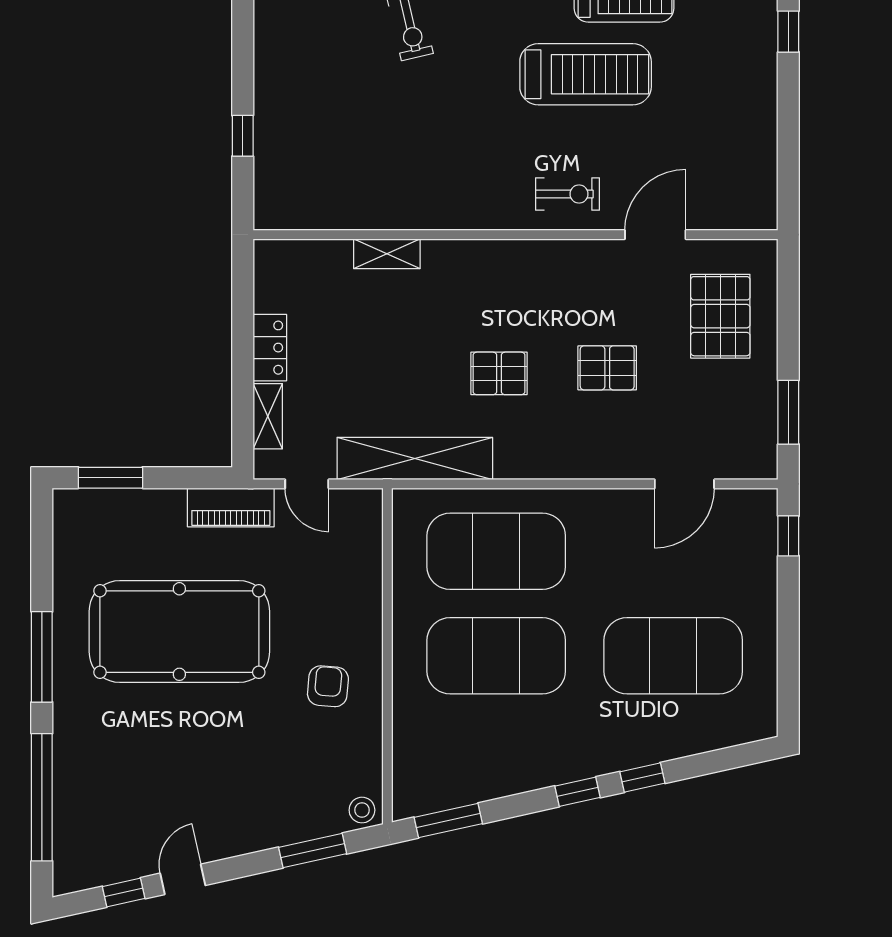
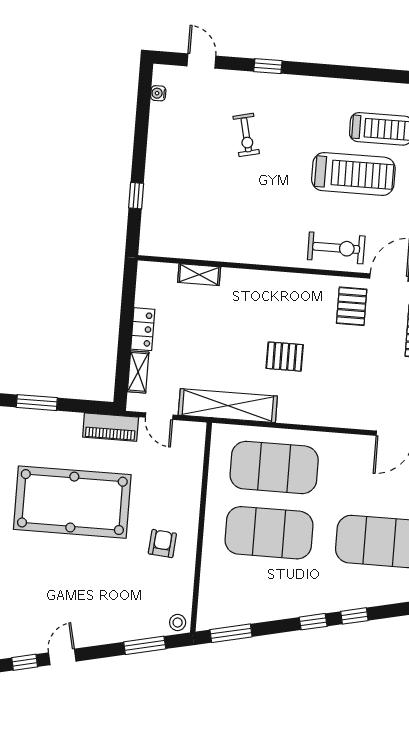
exercise bike: (567, 194) -> (336, 248), width x1.38, depth x1.39
shelving: (387, 254) -> (199, 275), moved
pallet: (607, 368) -> (352, 306), moved, turned 90

